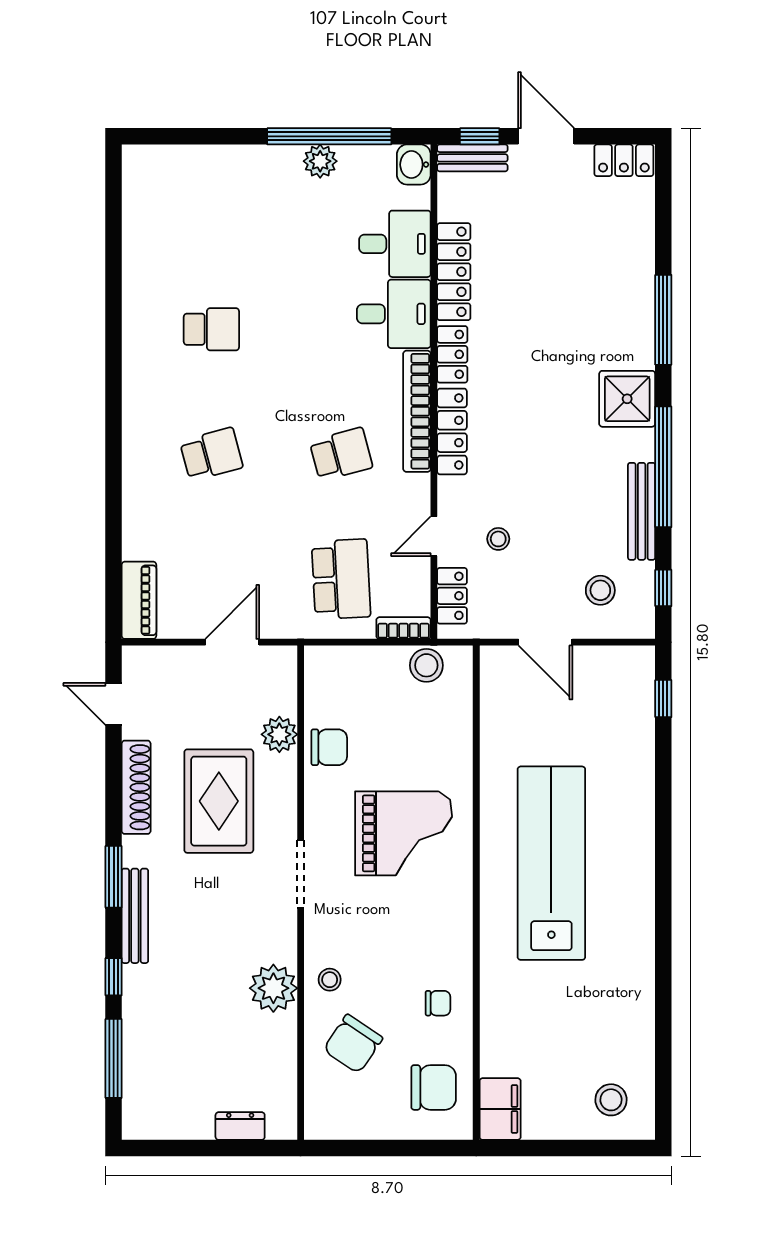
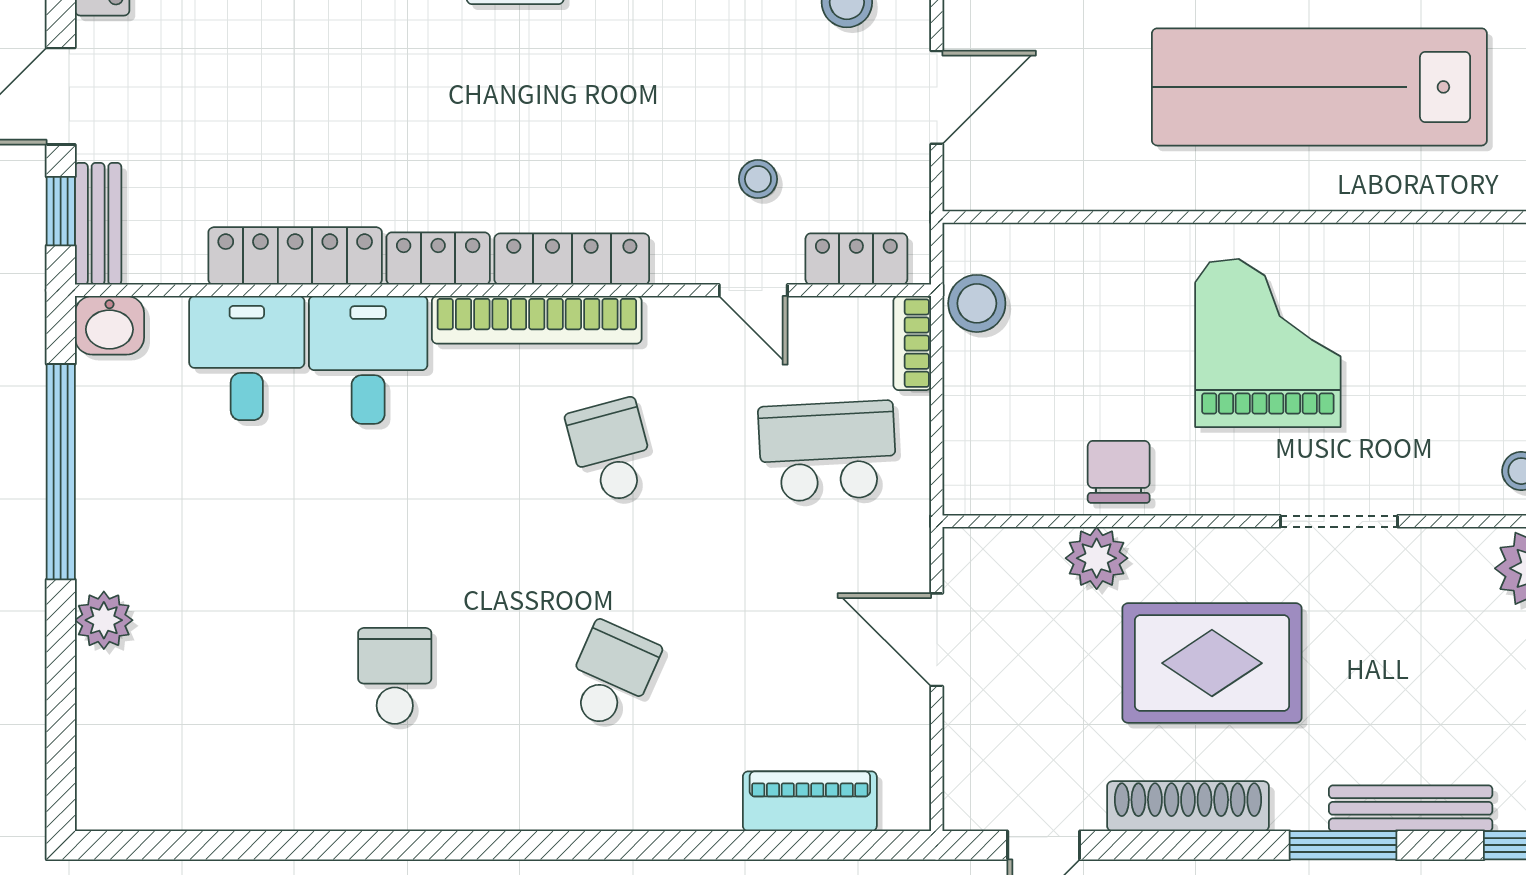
plant: (320, 161) -> (104, 620), moved
school desk: (211, 454) -> (611, 676), turned 39
piano: (139, 600) -> (810, 801), moved

